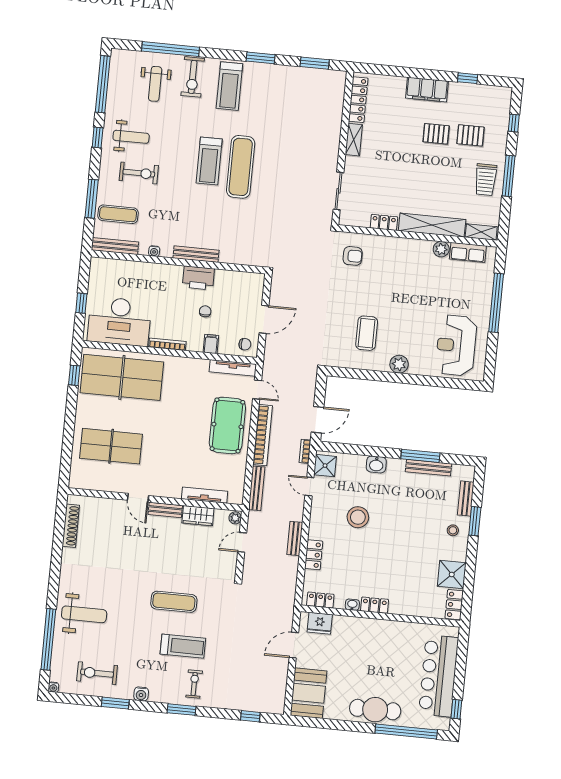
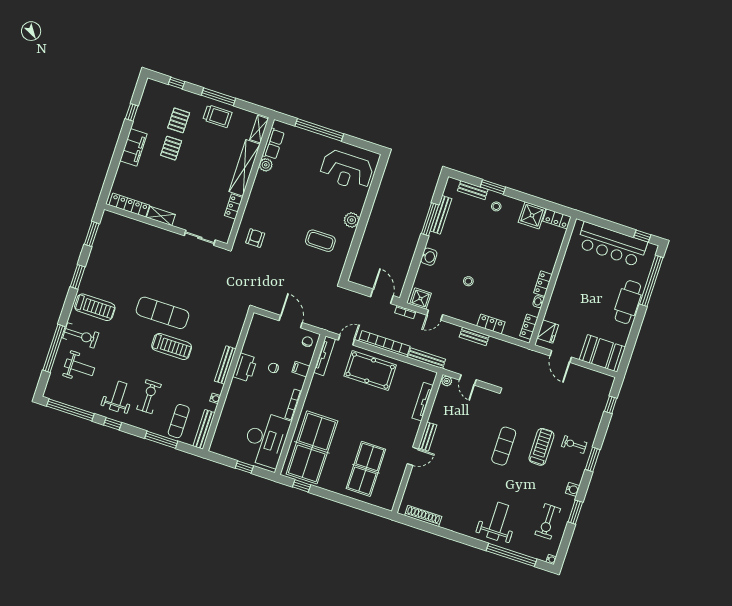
treadmill: (209, 161) -> (172, 346), moved
wardrobe: (198, 516) -> (438, 411), removed
stool: (358, 517) -> (468, 281), width x0.53, depth x0.53

